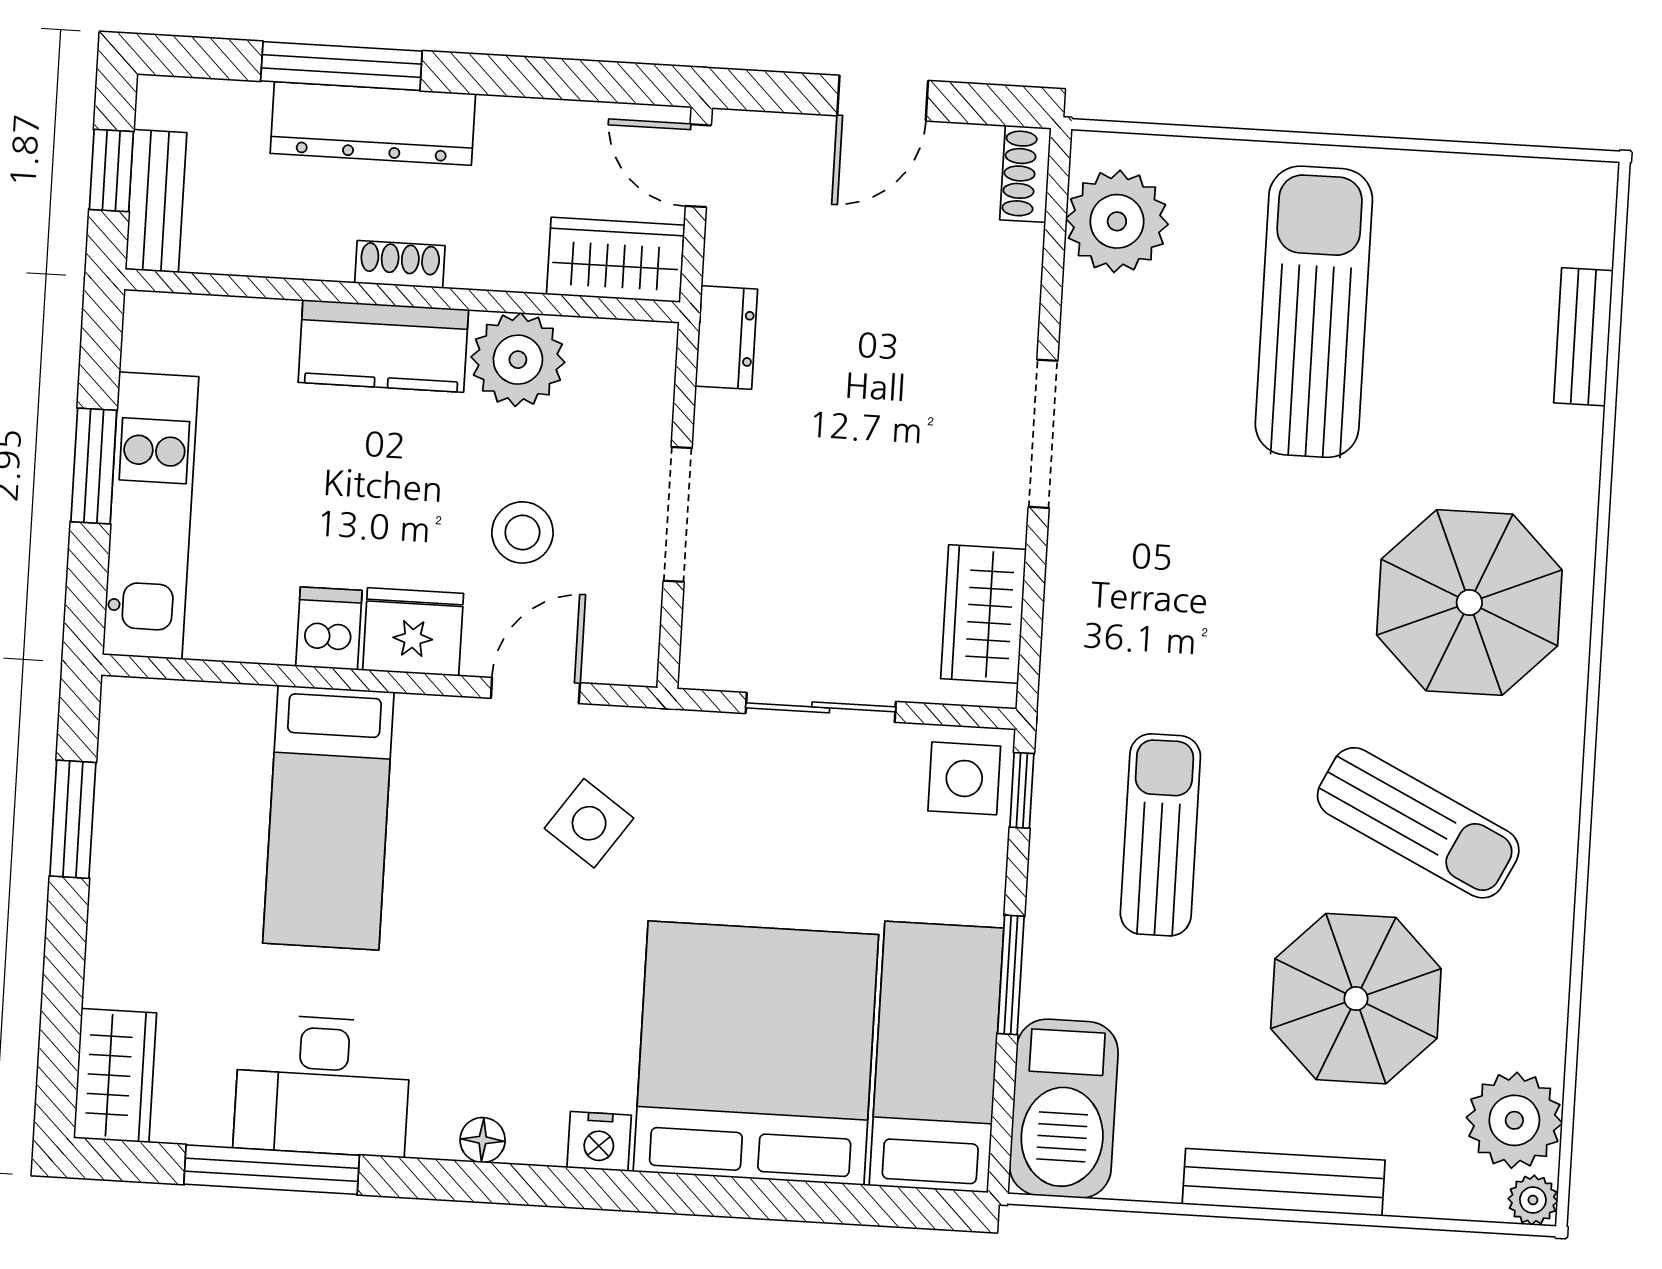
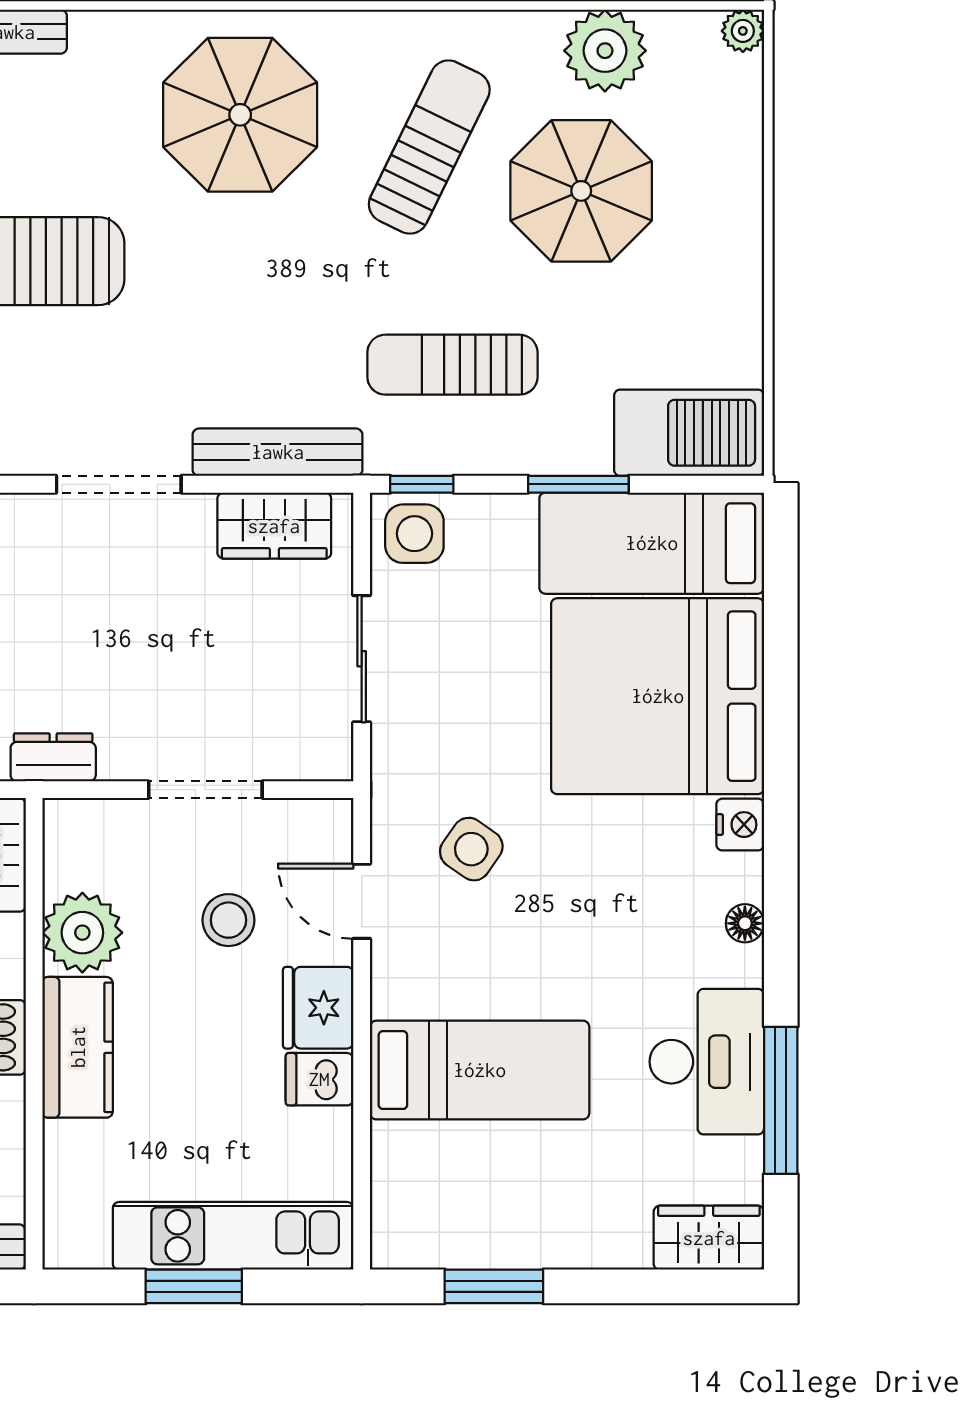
plant: (1514, 1120) -> (605, 51), moved
bench: (1284, 1182) -> (278, 452), moved, turned 90

